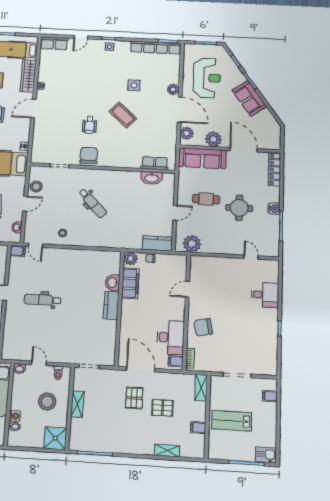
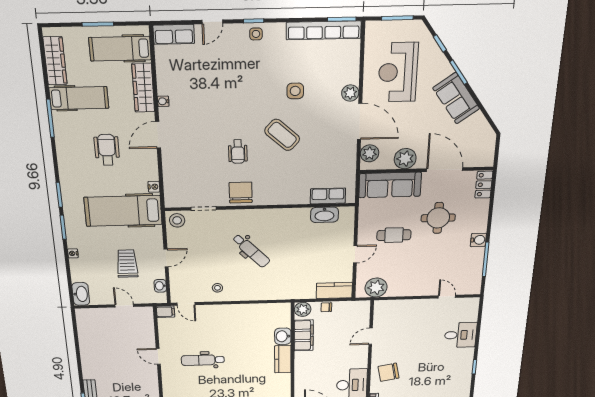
reception desk: (207, 78) -> (398, 72), turned 180
locker: (274, 169) -> (484, 185), width x0.66
stool: (36, 187) -> (177, 220), moved
round table: (239, 208) -> (438, 218), moved

